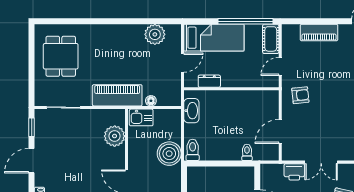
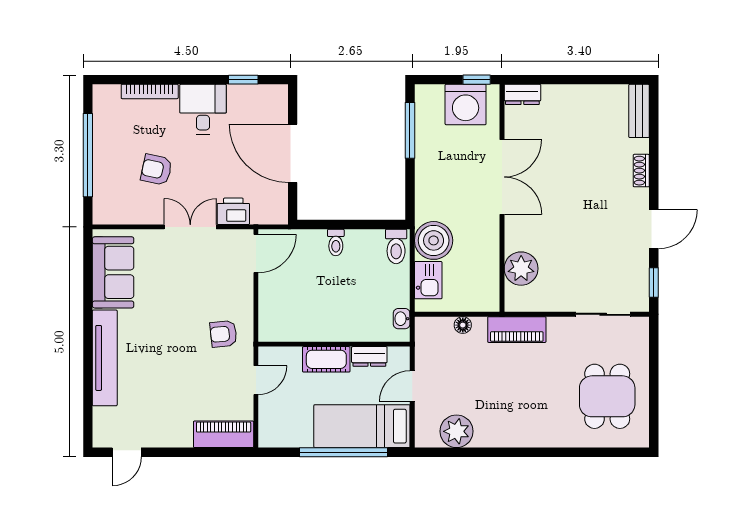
window: (245, 21) -> (343, 452), moved
piano: (319, 33) -> (224, 434), moved
cot: (271, 39) -> (326, 359), moved, turned 90
piano: (117, 95) -> (517, 330), width x0.73, depth x0.75
washbasin: (191, 111) -> (402, 319), width x0.52, depth x0.69
kitchen sink: (141, 117) -> (428, 280), moved, turned 90
door: (280, 131) -> (256, 254), moved
toilet: (247, 152) -> (336, 242), moved

